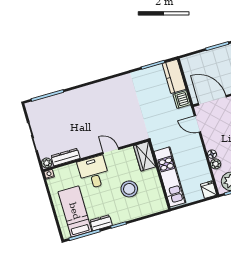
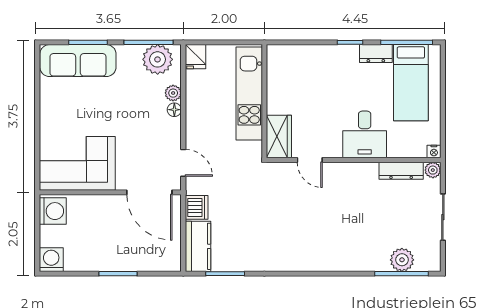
plant: (49, 104) -> (402, 260), added
door: (111, 151) -> (310, 160), moved
stool: (129, 189) -> (317, 93), removed

